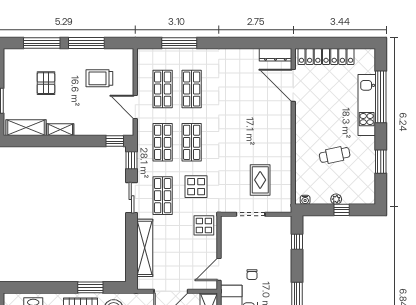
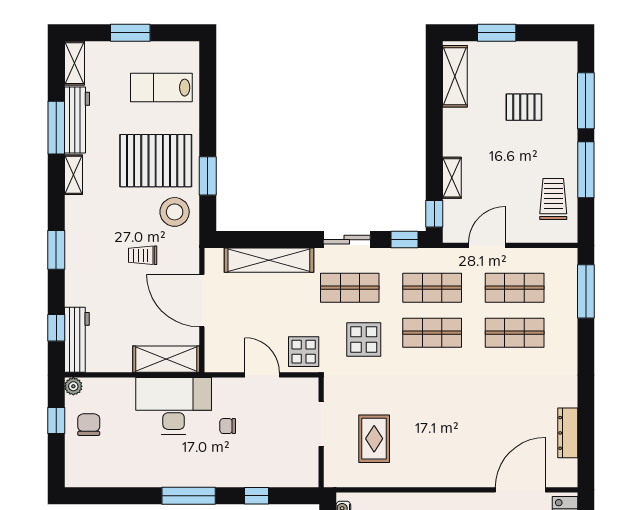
window: (179, 43) -> (586, 291), moved
dresser: (275, 55) -> (568, 433), moved
trolley: (99, 78) -> (553, 199), moved
shelving: (60, 130) -> (452, 178), moved
rug: (260, 180) -> (374, 439), turned 90
window: (297, 242) -> (256, 496), moved
door: (219, 269) -> (262, 375), moved

